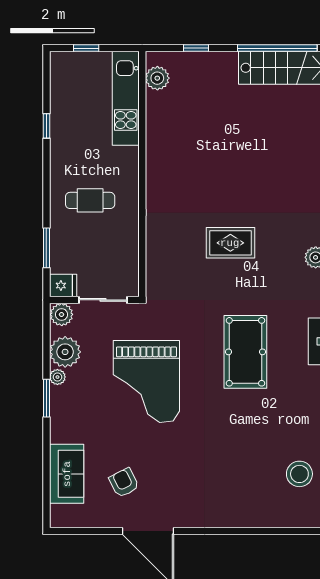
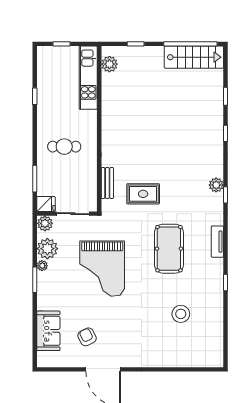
rug: (230, 243) -> (143, 194), moved
bench: (154, 255) -> (107, 183), added
stool: (299, 474) -> (181, 314), moved

